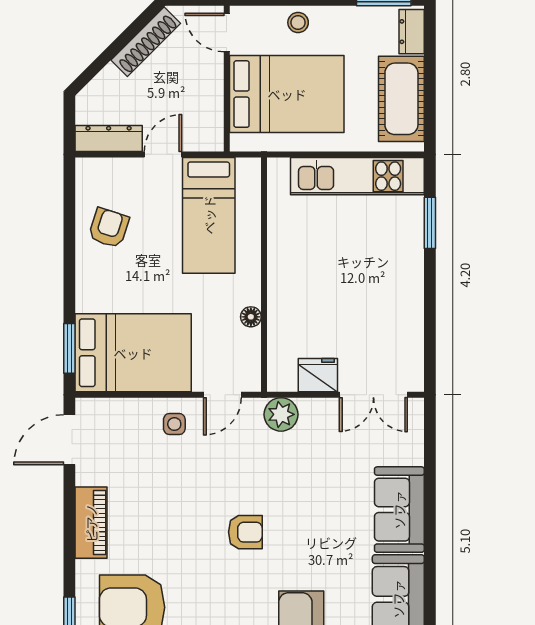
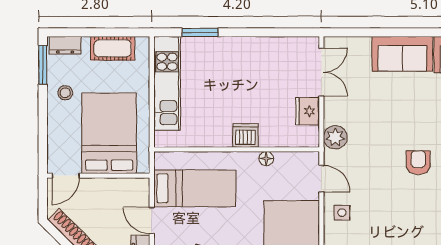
stool: (298, 22) -> (65, 93), moved
cot: (401, 99) -> (113, 48), width x0.73, depth x0.75
dishwasher: (283, 287) -> (245, 136), added

